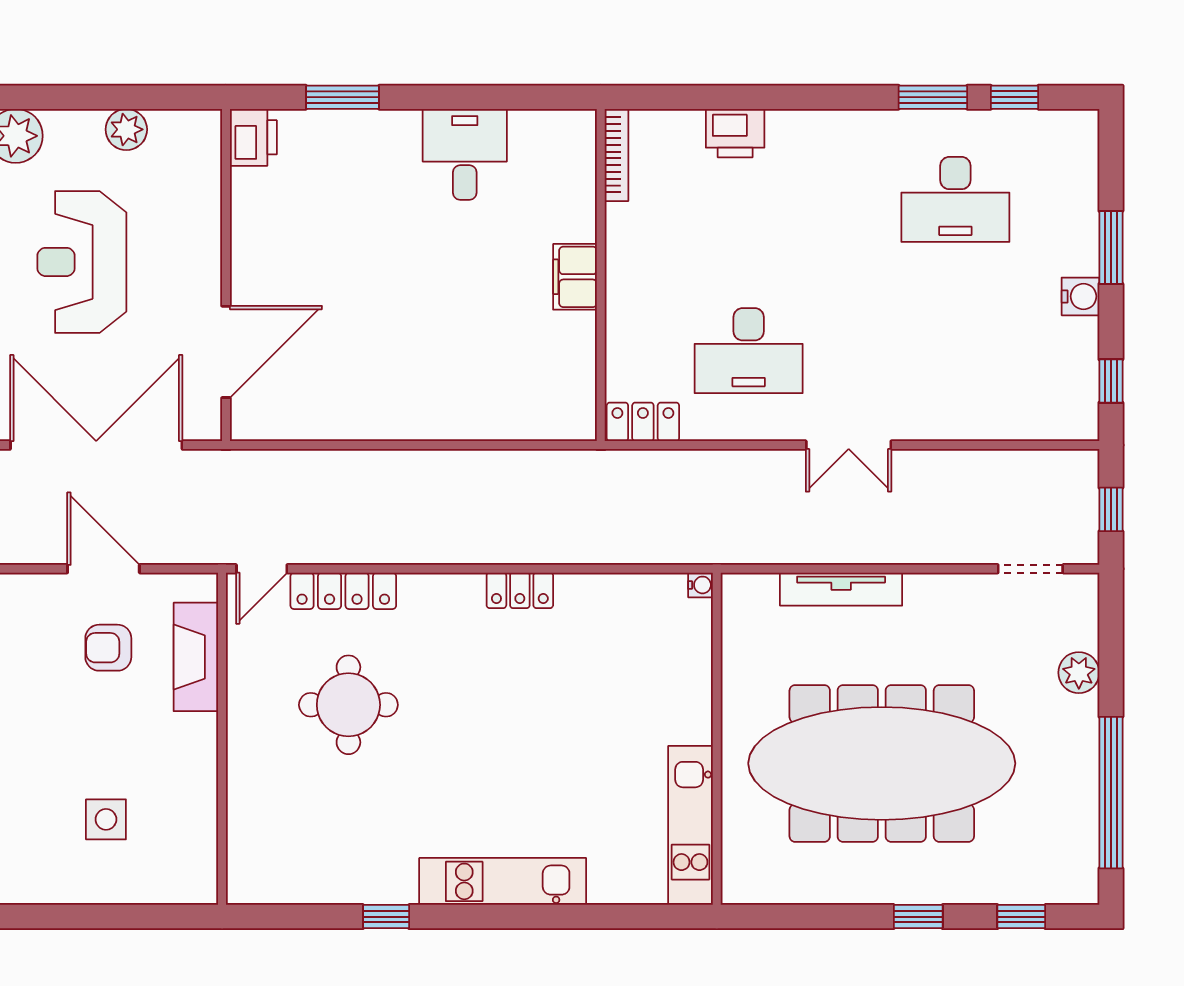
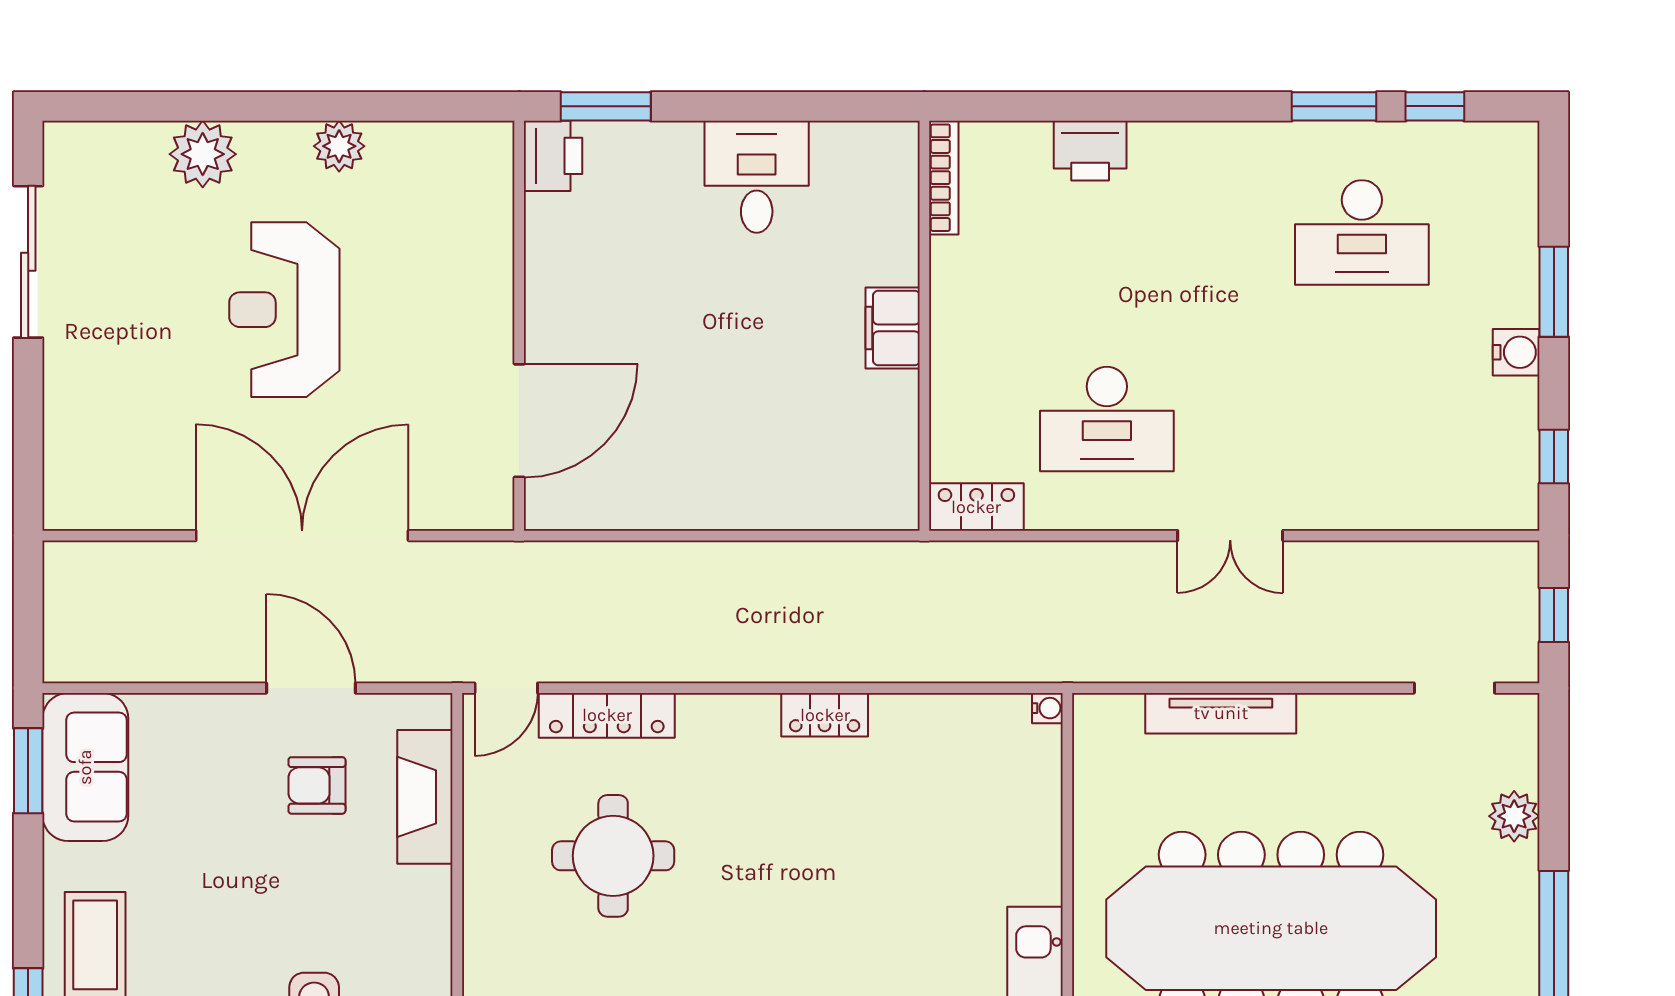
printer: (253, 137) -> (553, 156), moved
wall: (226, 275) -> (519, 326), moved
door: (226, 352) -> (519, 421), moved

